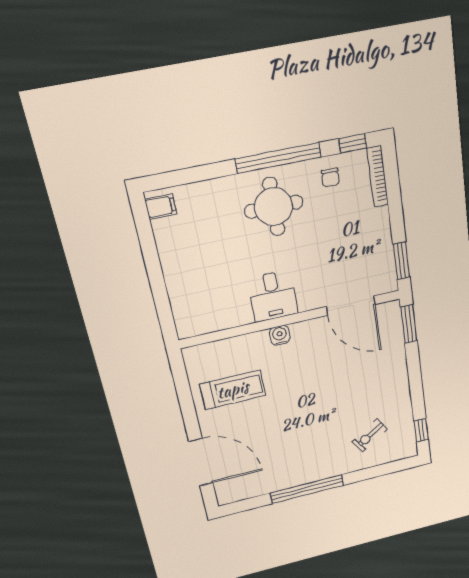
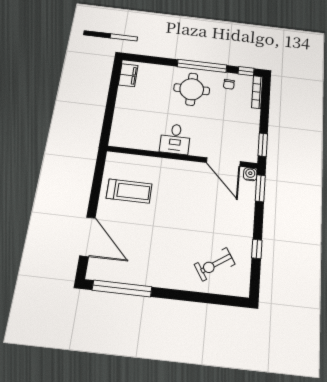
filing cabinet: (161, 207) -> (128, 75), width x2.00
water cooler: (280, 335) -> (250, 174), moved
window: (421, 430) -> (257, 249), moved
exercise bike: (370, 435) -> (215, 264), width x1.38, depth x1.39
window: (307, 489) -> (122, 288), moved

